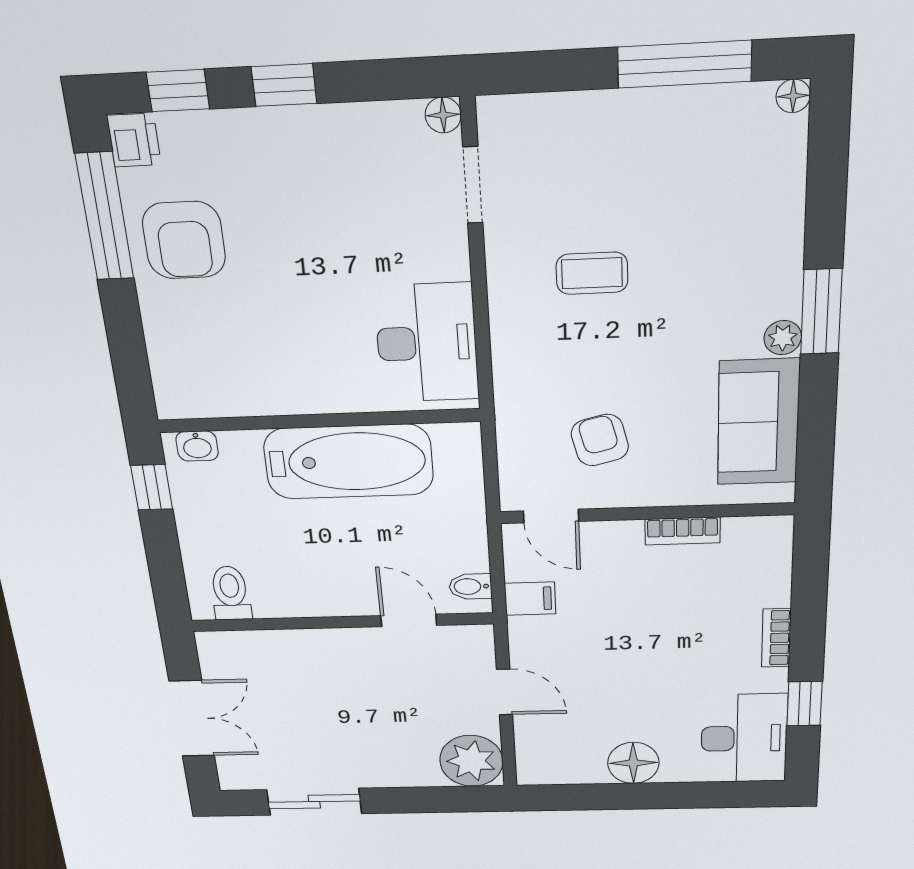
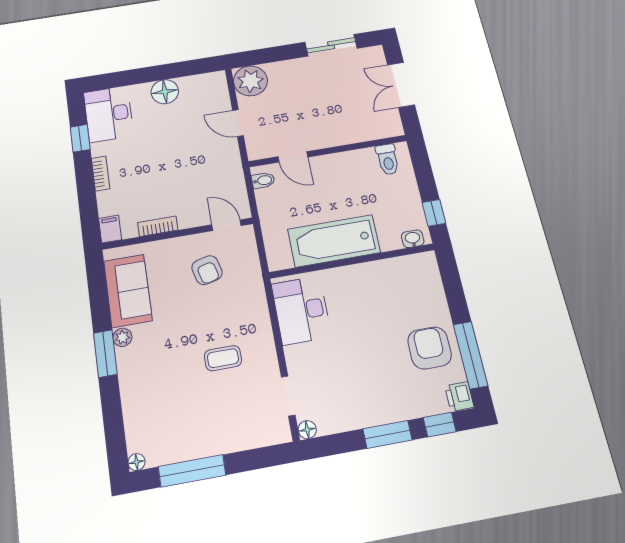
window: (284, 85) -> (387, 434), width x1.50
filing cabinet: (530, 599) -> (110, 229), moved, turned 90

